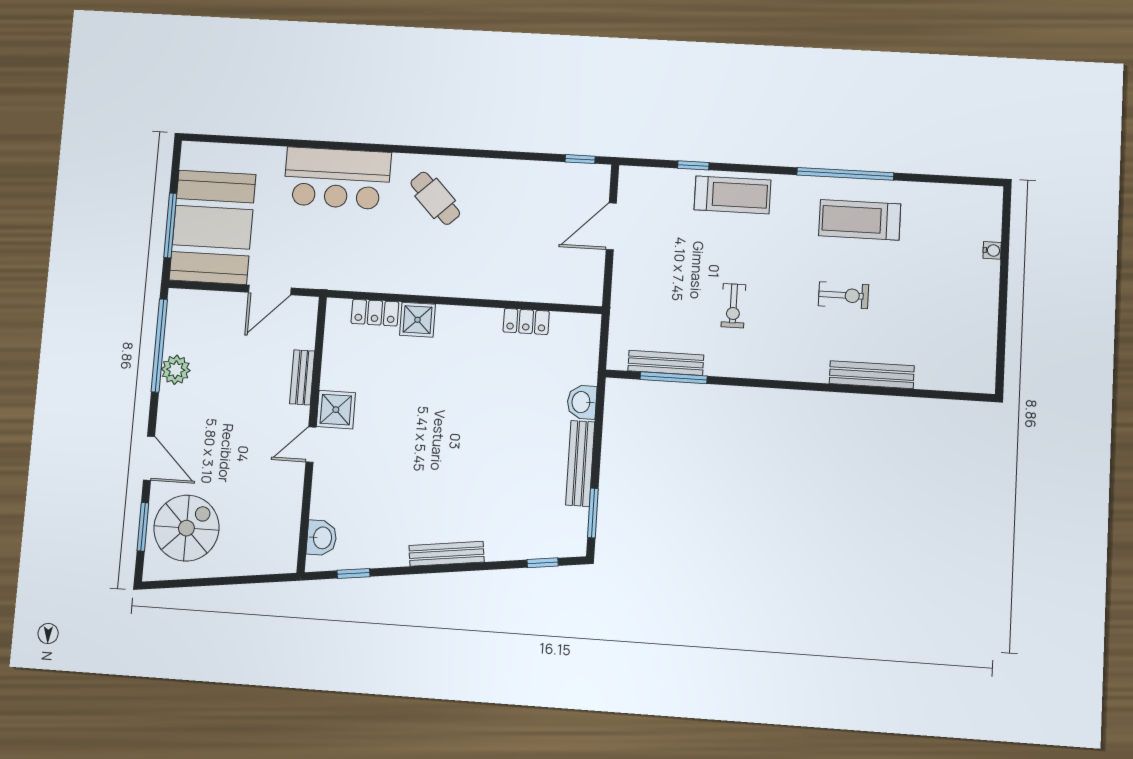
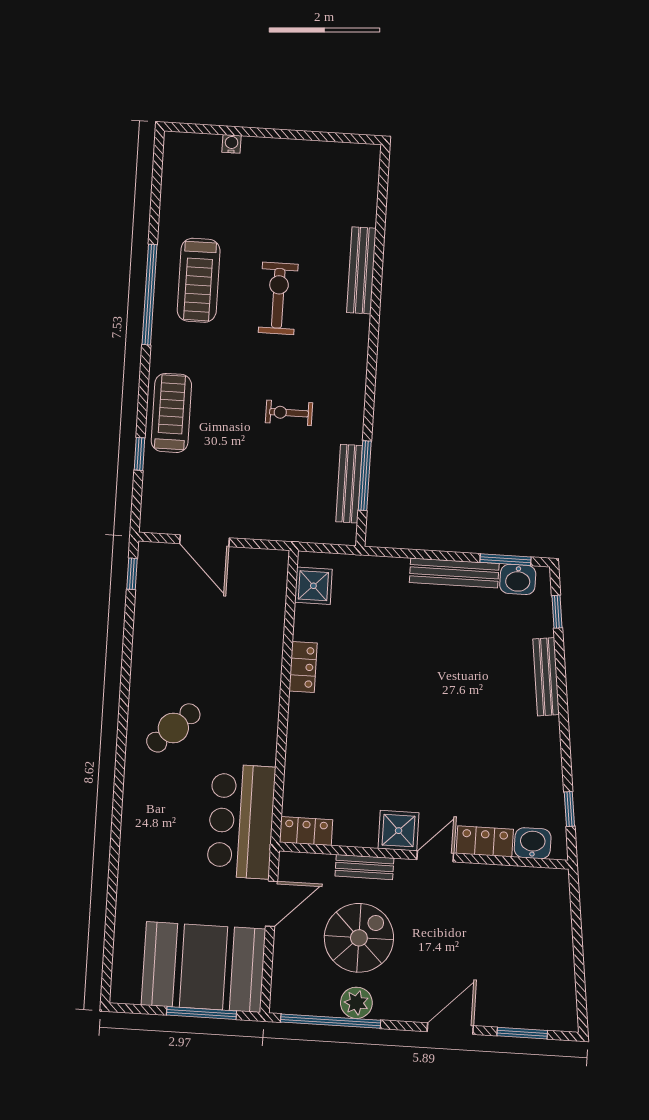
bar counter: (337, 178) -> (241, 821), moved, turned 180
door: (270, 290) -> (271, 904), hinge flipped
exercise bike: (843, 295) -> (278, 298), width x1.38, depth x1.39
exercise bike: (733, 306) -> (289, 413), turned 180
locker: (375, 313) -> (306, 831), moved, turned -90
shower: (418, 320) -> (313, 586), moved
locker: (526, 322) -> (303, 667), moved
washbasin: (582, 402) -> (518, 579), moved
door: (311, 445) -> (435, 856), swing flipped
locker: (324, 492) -> (485, 841), added
spiral stairs: (186, 528) -> (359, 938), moved, turned 90
bench: (446, 554) -> (546, 677), moved

